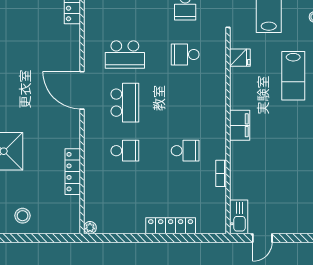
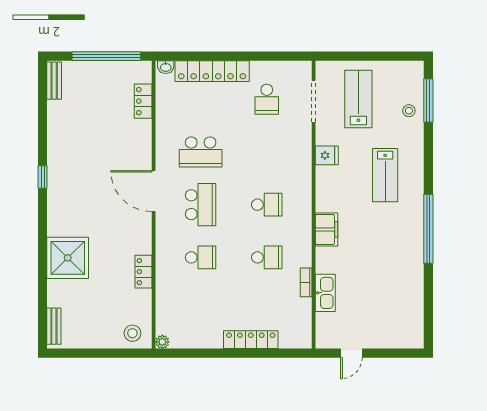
school desk: (185, 55) -> (267, 205), moved, turned 180
locker: (73, 172) -> (144, 272), width x0.66
stool: (23, 216) -> (132, 333), moved
kitchen sink: (239, 217) -> (325, 293), moved

